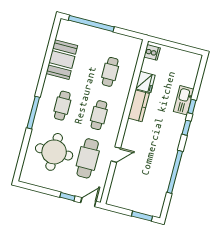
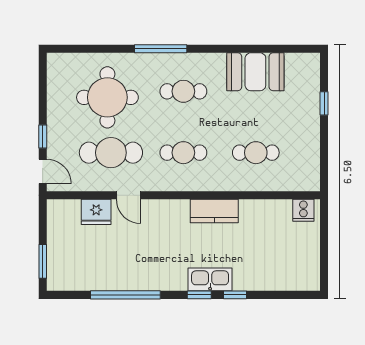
window: (91, 23) -> (324, 103), width x0.32
fridge: (145, 82) -> (96, 212), moved
kitchen sink: (184, 100) -> (210, 279), moved

